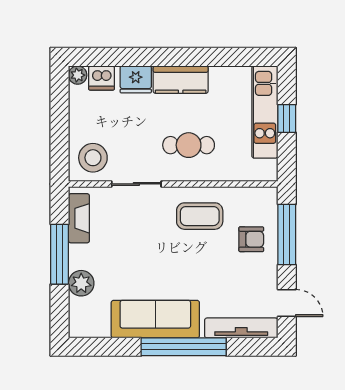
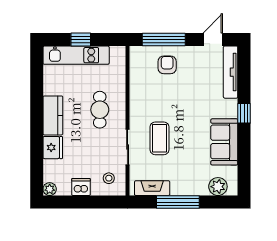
dishwasher: (102, 78) -> (81, 187), moved, turned -90
stool: (93, 158) -> (109, 178), width x0.53, depth x0.53
coffee table: (200, 216) -> (159, 138), moved
plant: (81, 283) -> (218, 187), moved
sofa: (155, 319) -> (224, 142), width x0.73
window: (184, 347) -> (244, 113), width x0.32

